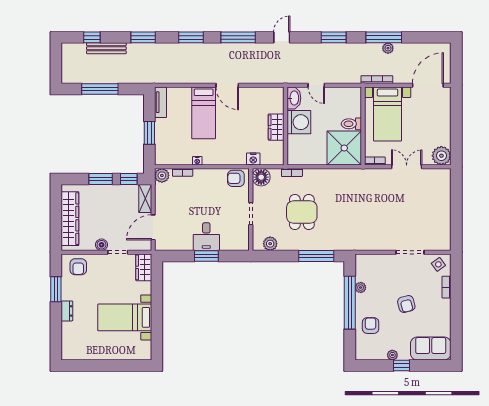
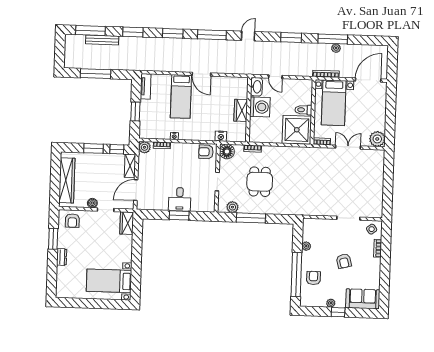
window: (92, 37) -> (90, 31), width x2.17
window: (316, 256) -> (251, 218), moved
window: (350, 303) -> (296, 275), moved
bed with nightstands: (125, 317) -> (109, 281), moved

